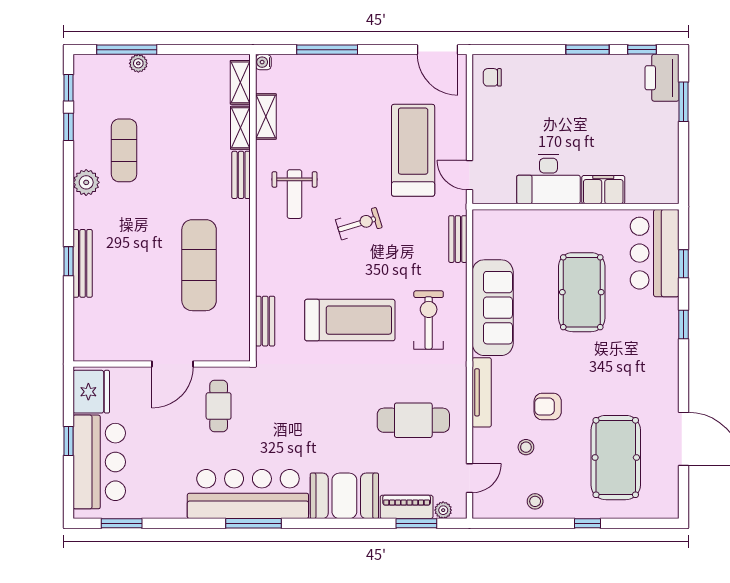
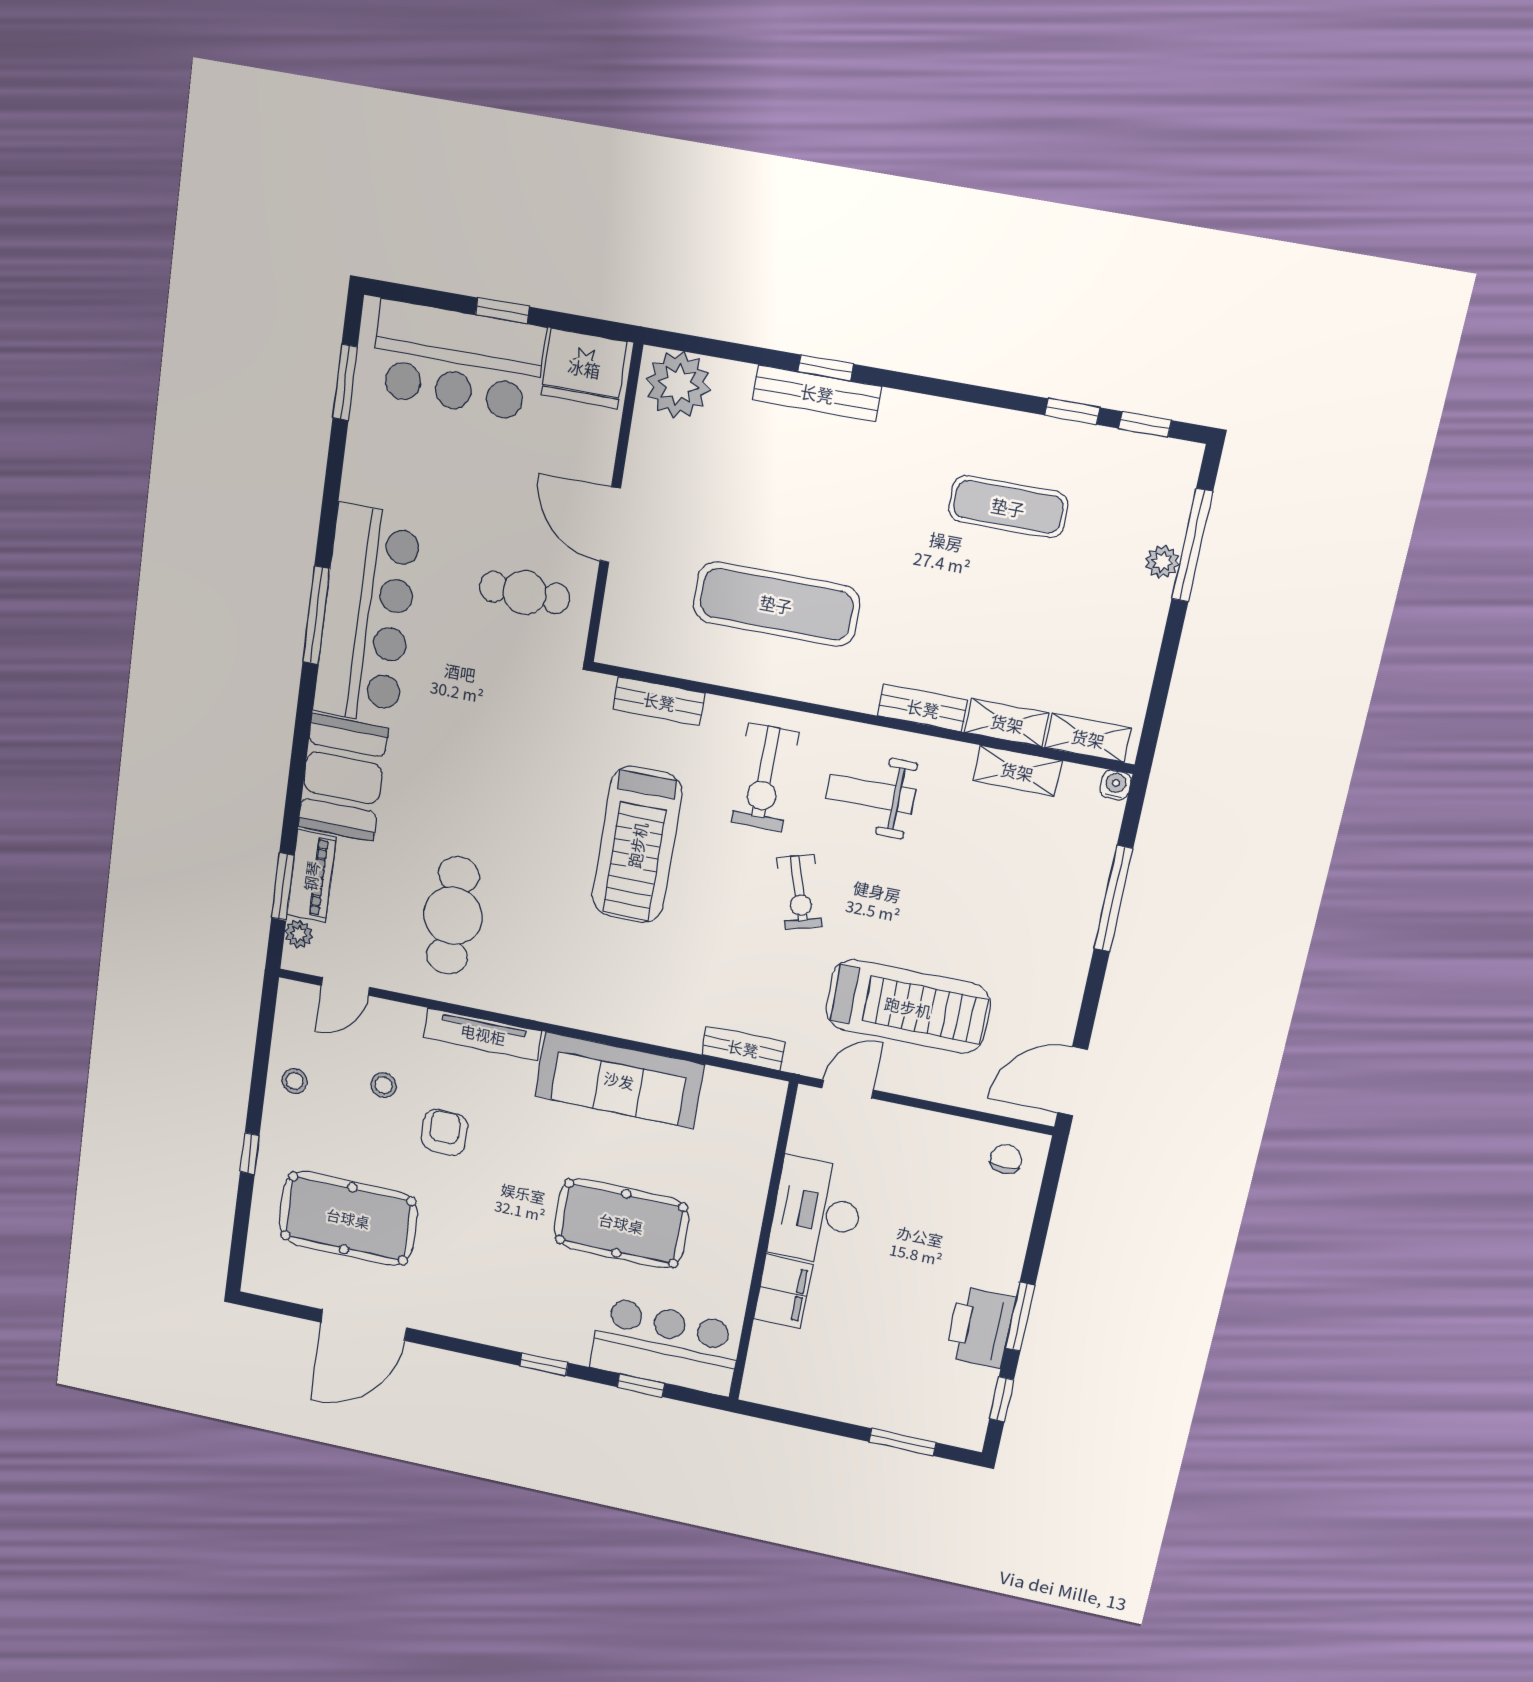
printer: (662, 78) -> (980, 1327), moved, turned -90
plant: (86, 182) -> (678, 385), moved, width x1.36, depth x1.36
exercise bike: (429, 320) -> (765, 778), moved, turned 90
door: (470, 478) -> (345, 986), hinge flipped

